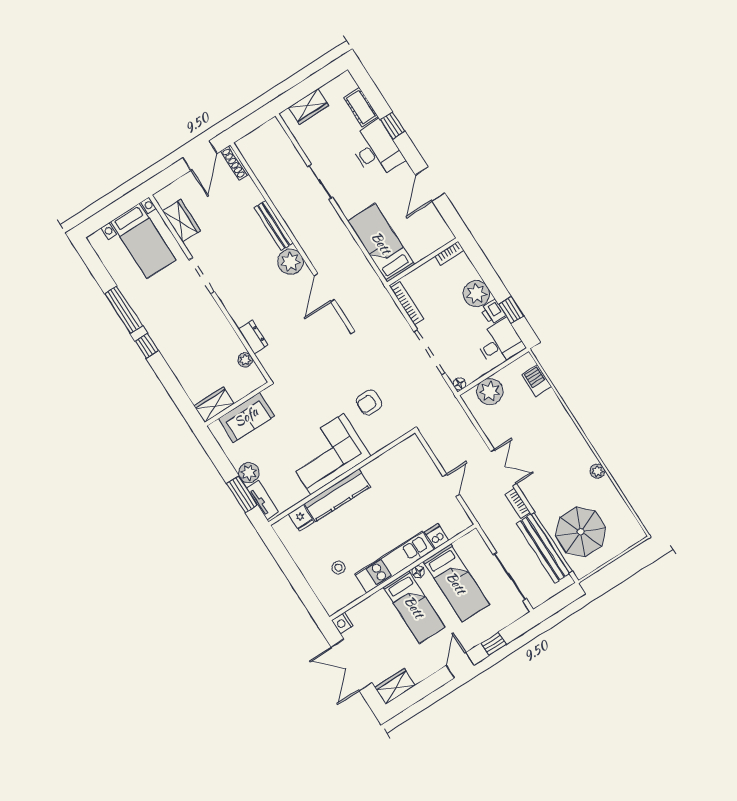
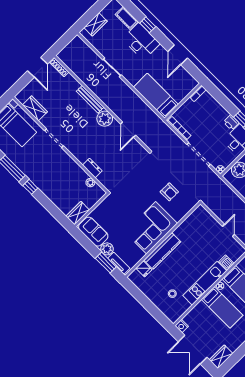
plant: (476, 294) -> (219, 114), removed
armchair: (369, 402) -> (169, 192), turned -90
sofa: (246, 417) -> (93, 232), moved, turned -90

